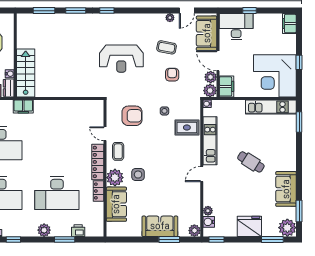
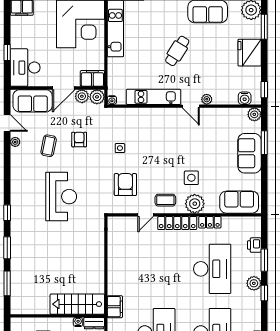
armchair: (172, 75) -> (79, 139), turned 90
rug: (187, 127) -> (139, 123), removed
sofa: (116, 204) -> (239, 202), moved
plant: (208, 211) -> (207, 99), moved
window: (13, 239) -> (264, 293), moved

